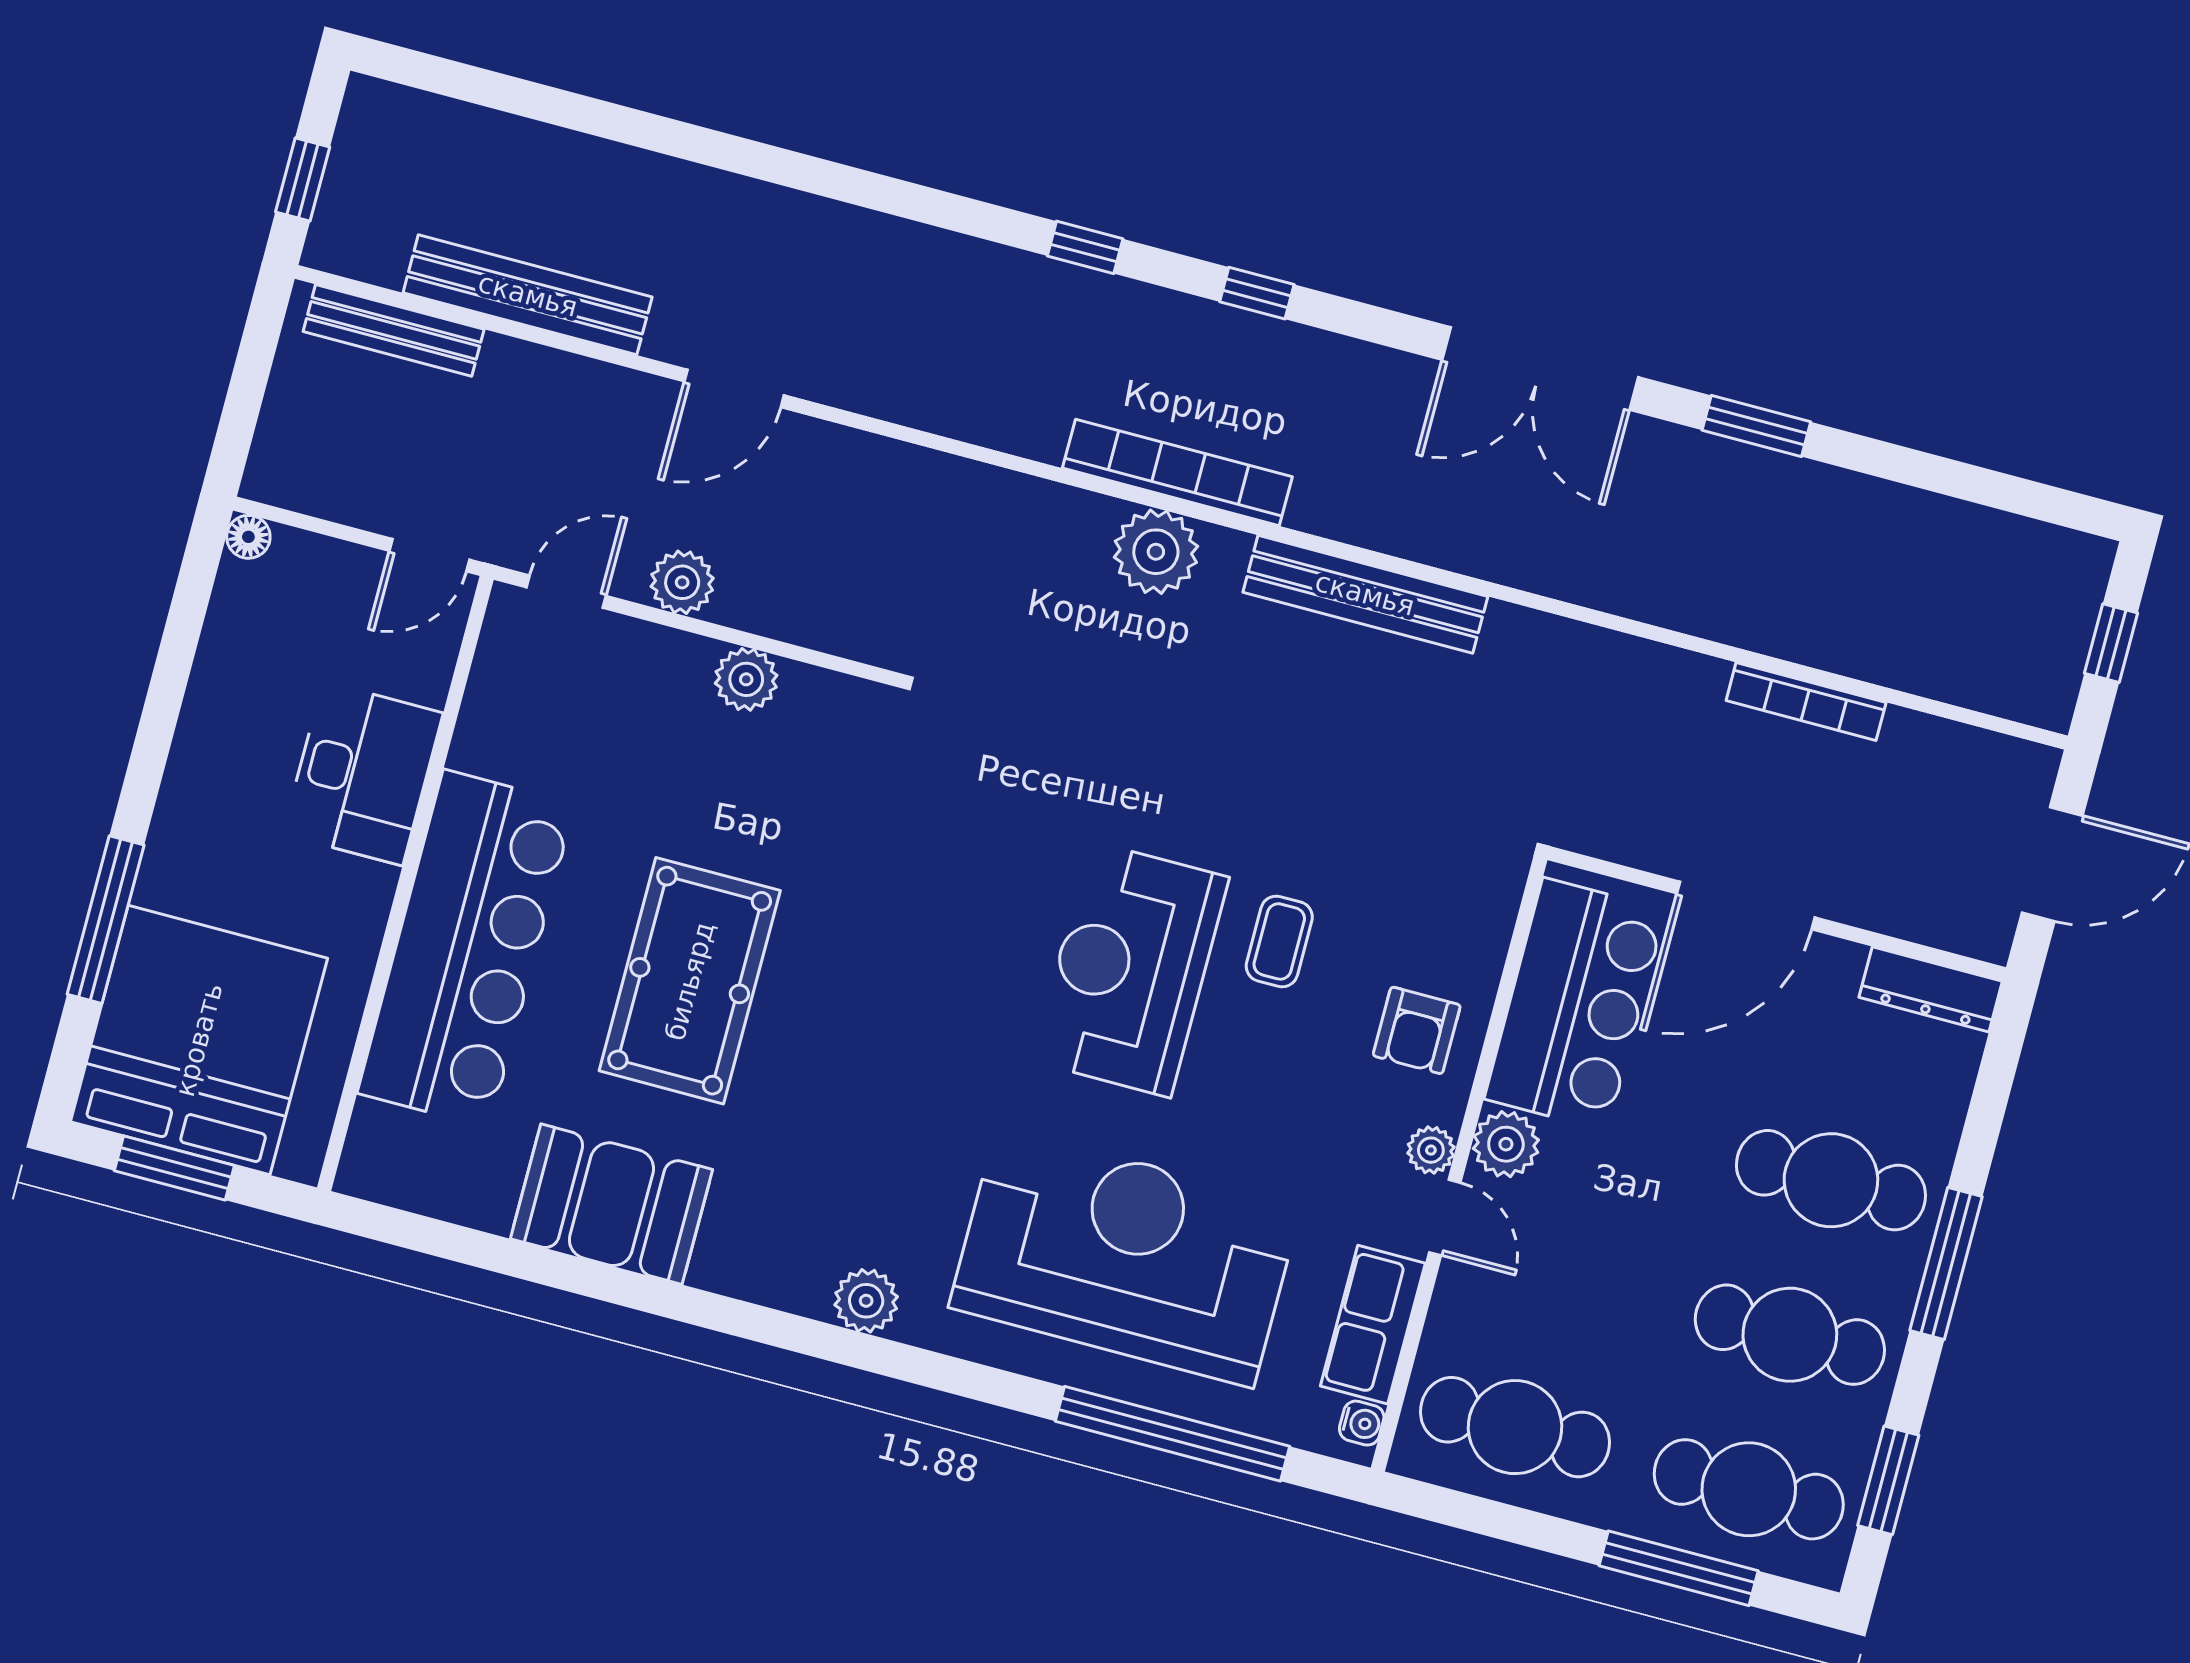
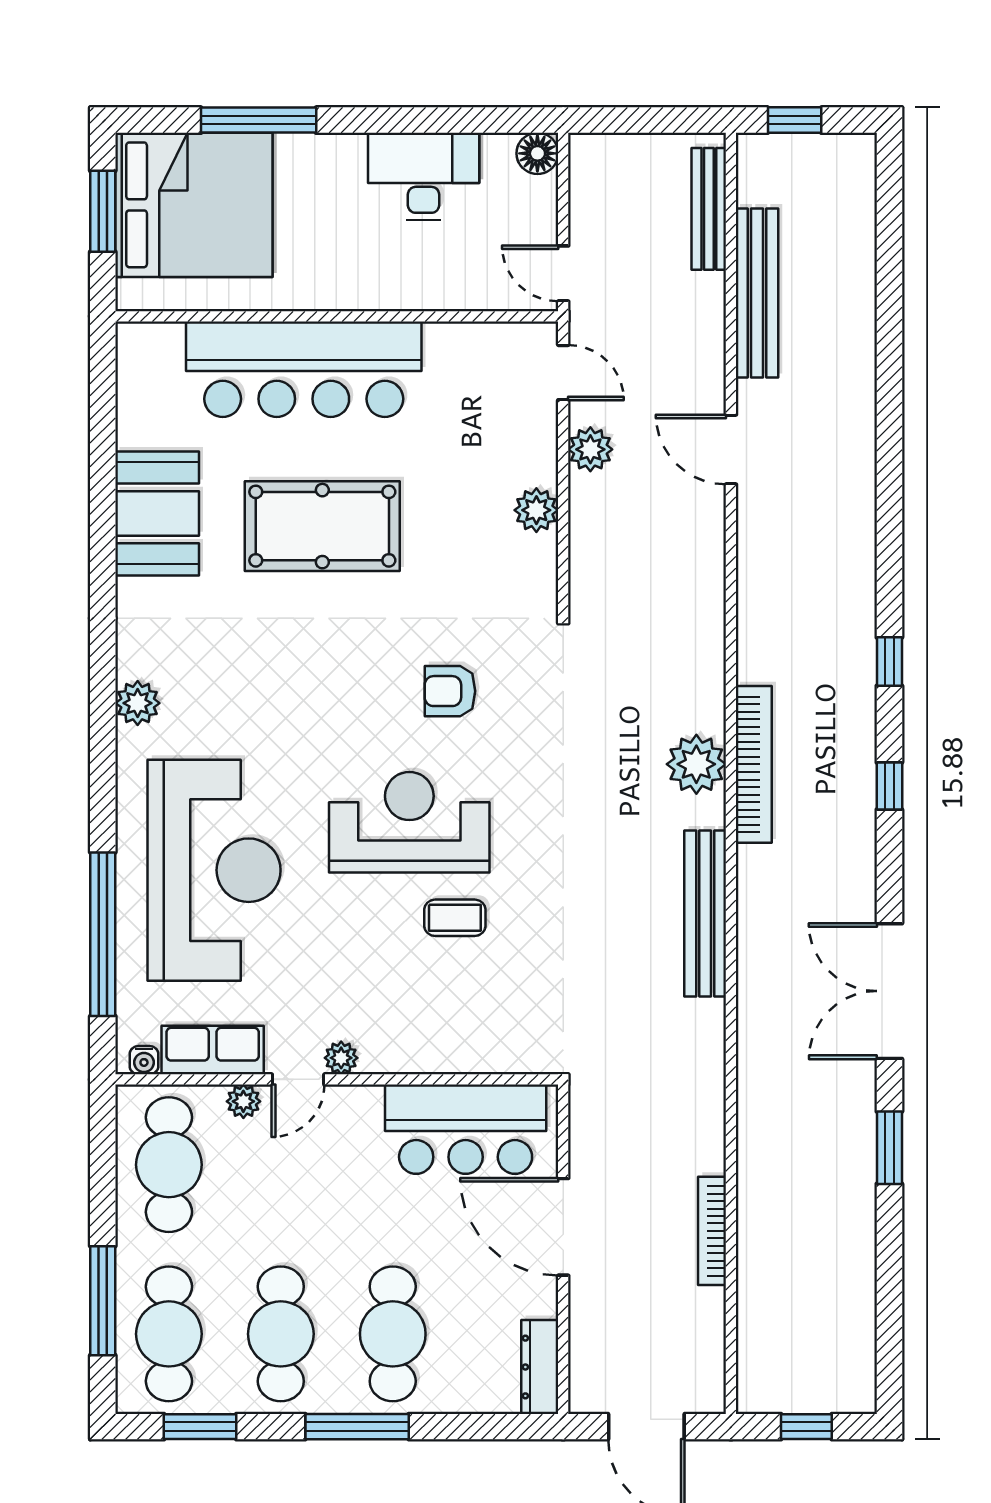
floor lamp: (248, 537) -> (537, 153), width x1.37, depth x1.37
desk: (363, 773) -> (424, 176), moved, turned 180
armchair: (1417, 1030) -> (450, 691), moved
plant: (1506, 1144) -> (243, 1101), moved, width x0.73, depth x0.73

